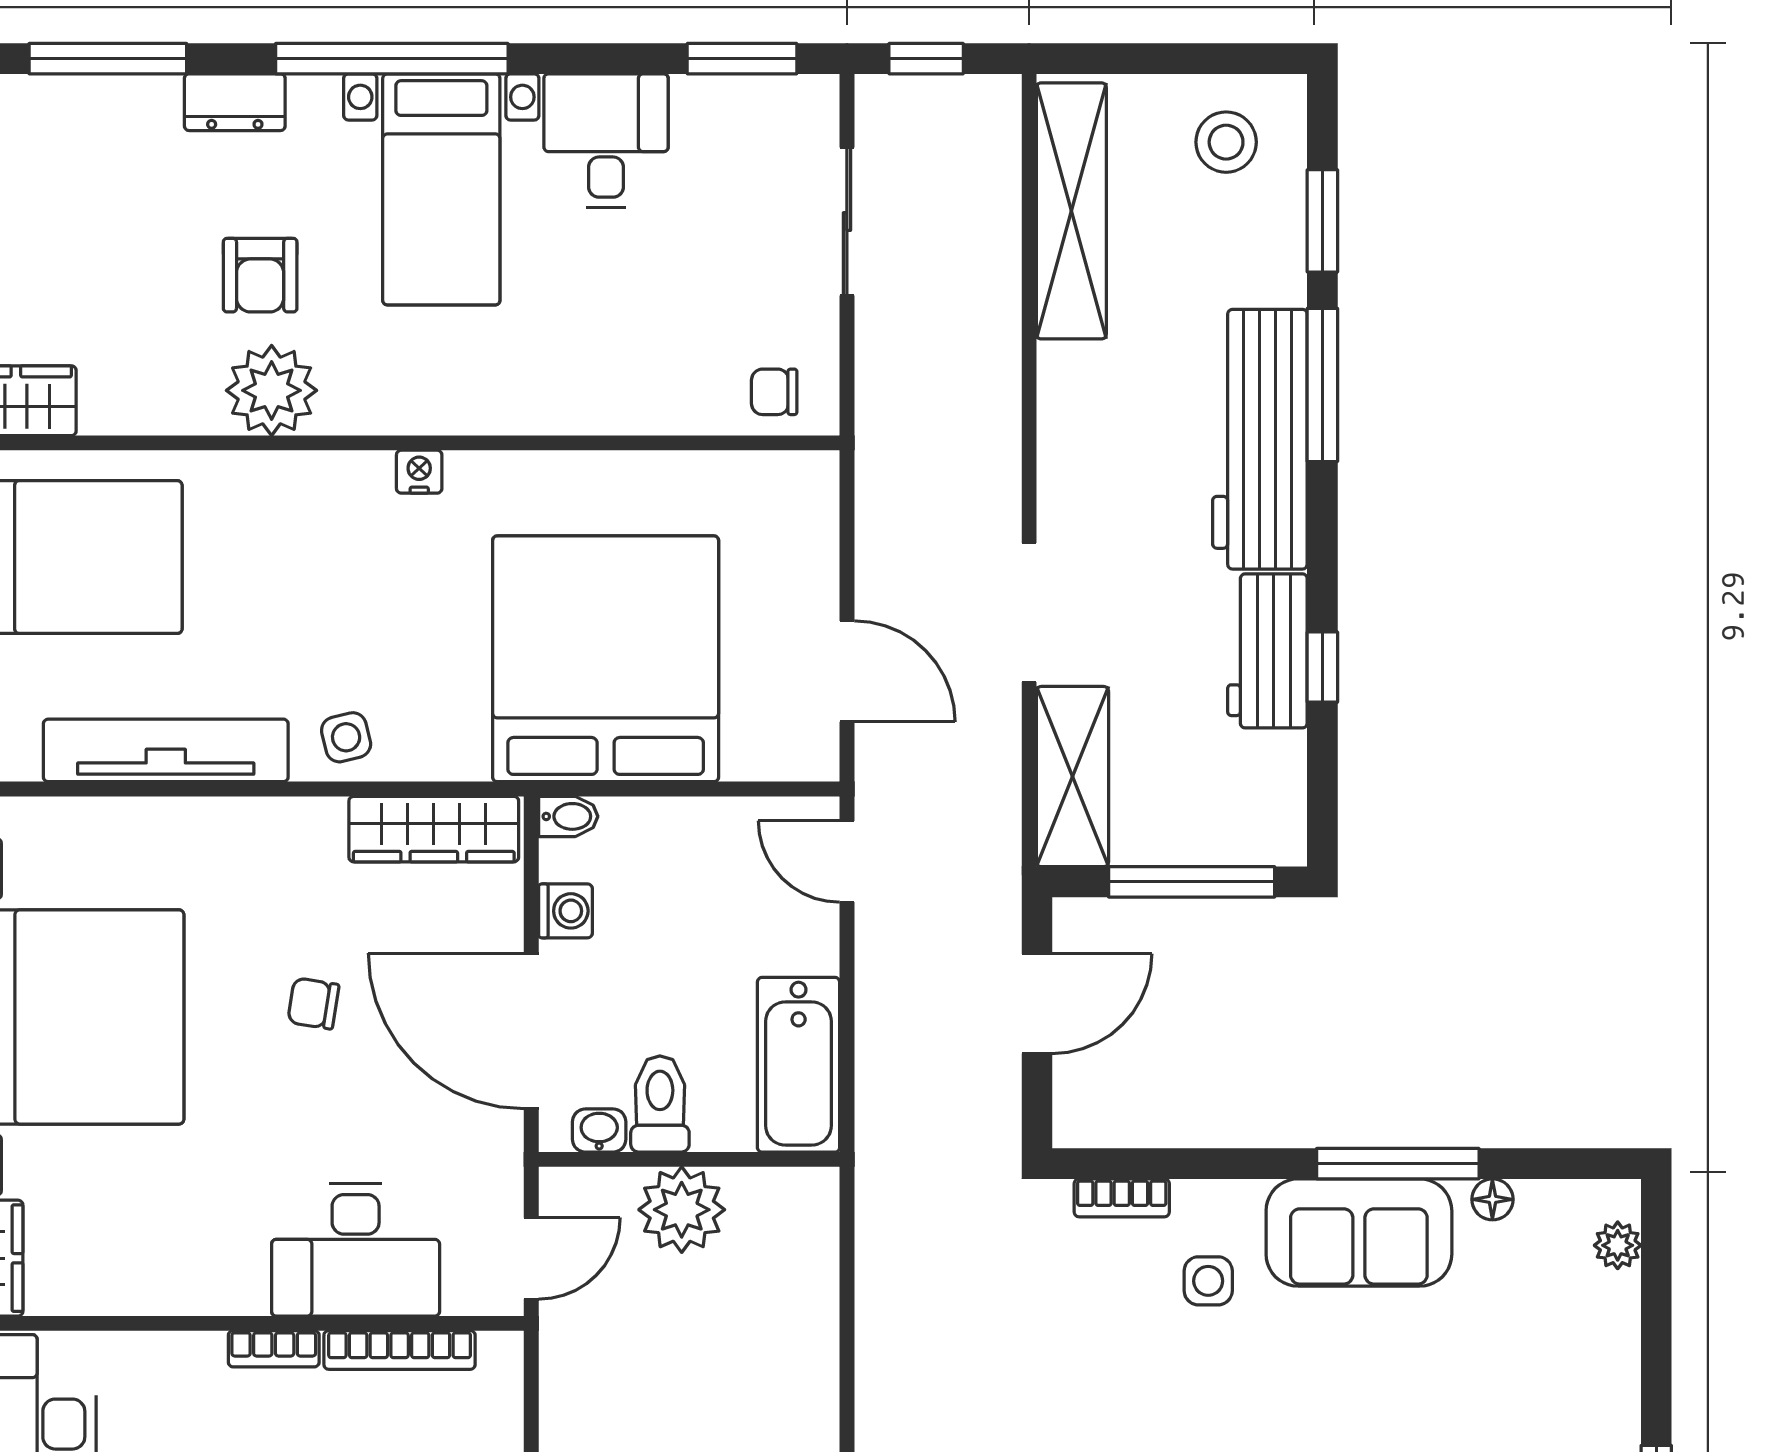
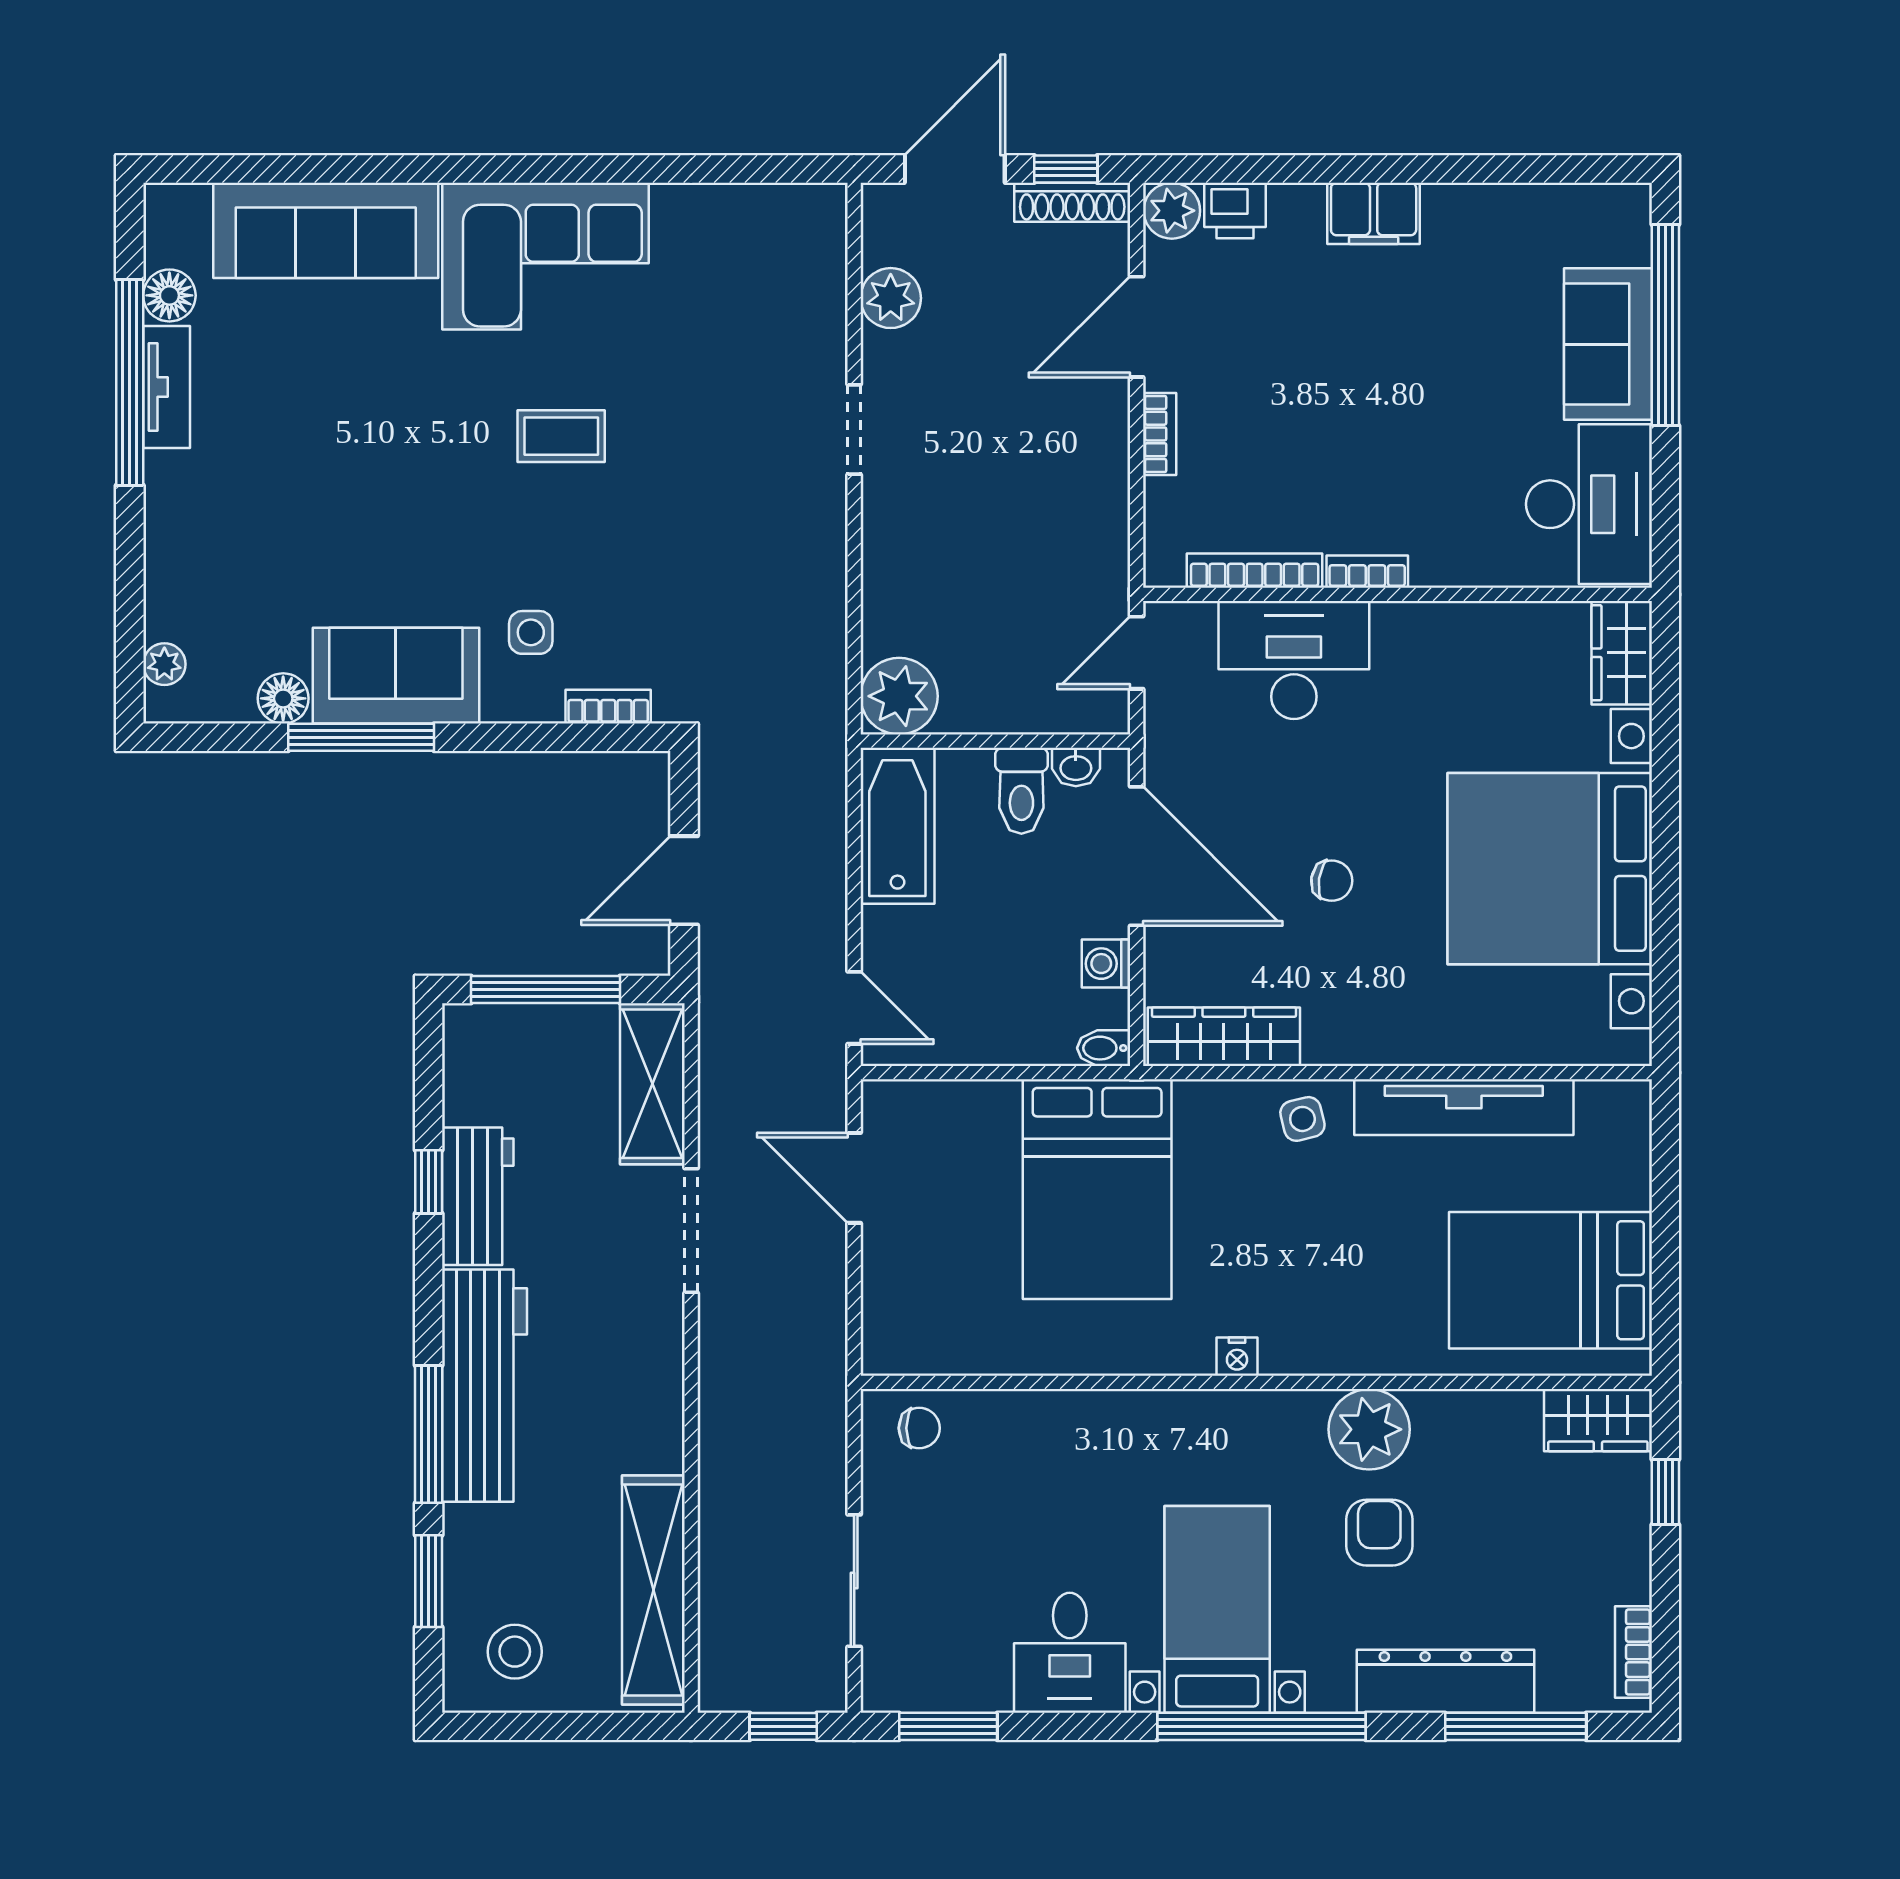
dresser: (235, 102) -> (1445, 1681), width x1.96, depth x1.24
bed: (606, 659) -> (1097, 1189), width x0.73
floor lamp: (1492, 1199) -> (283, 698), width x1.37, depth x1.37
plant: (682, 1210) -> (899, 696), moved

